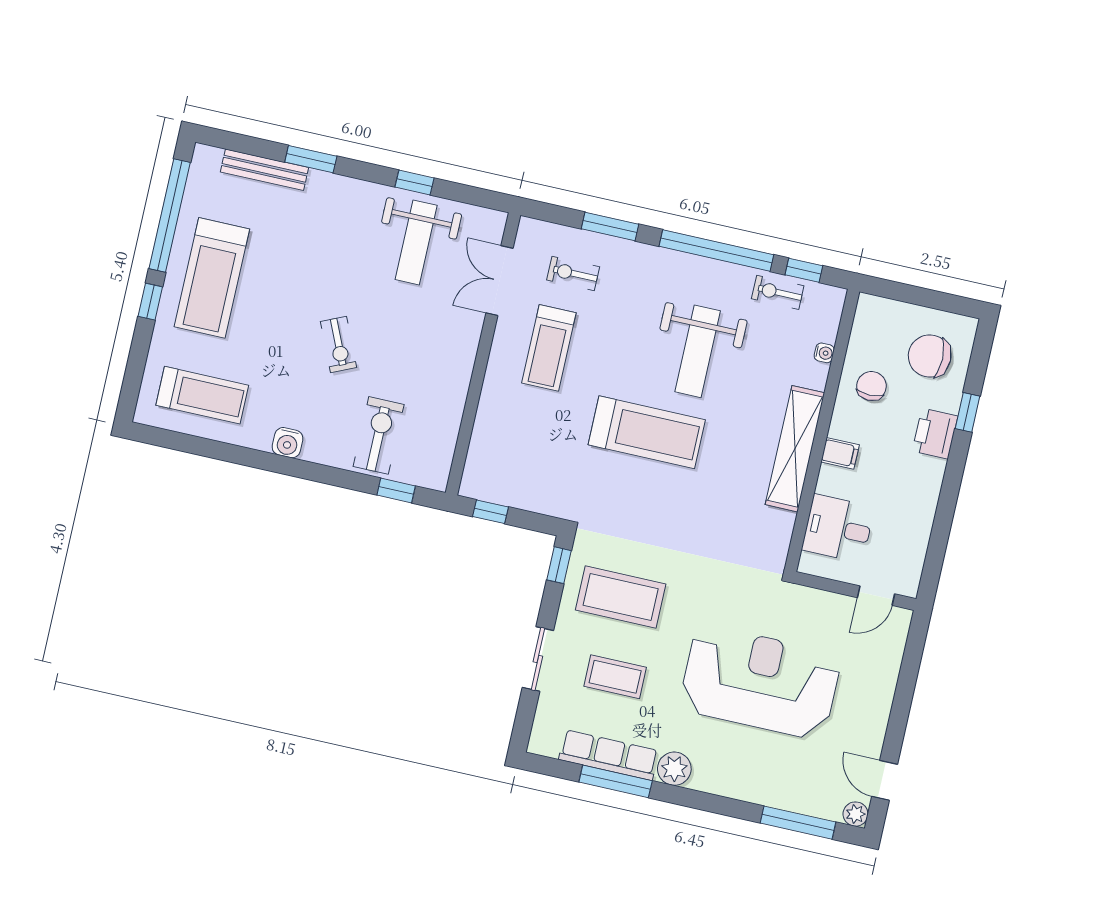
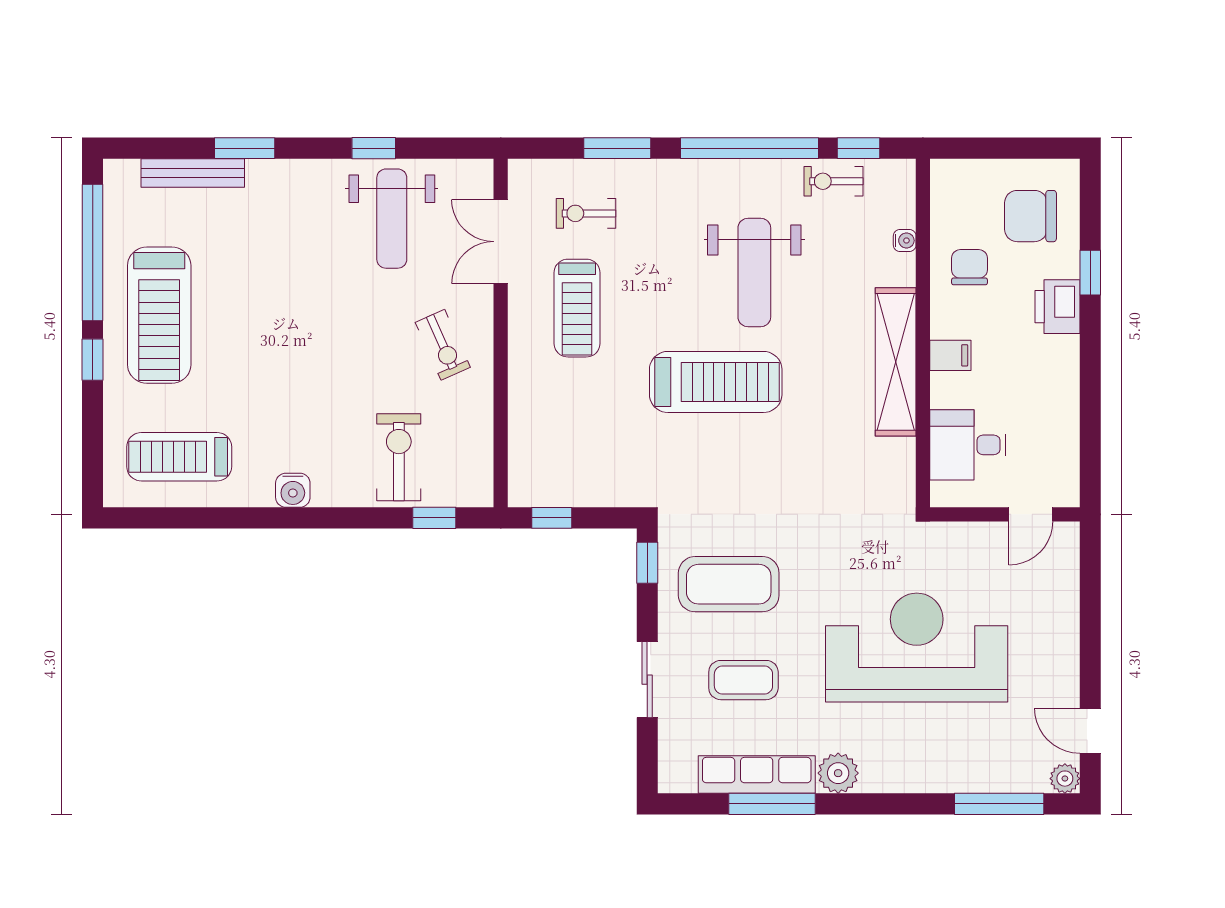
exercise bike: (339, 344) -> (443, 345), moved
treadmill: (202, 395) -> (179, 457), turned 180

